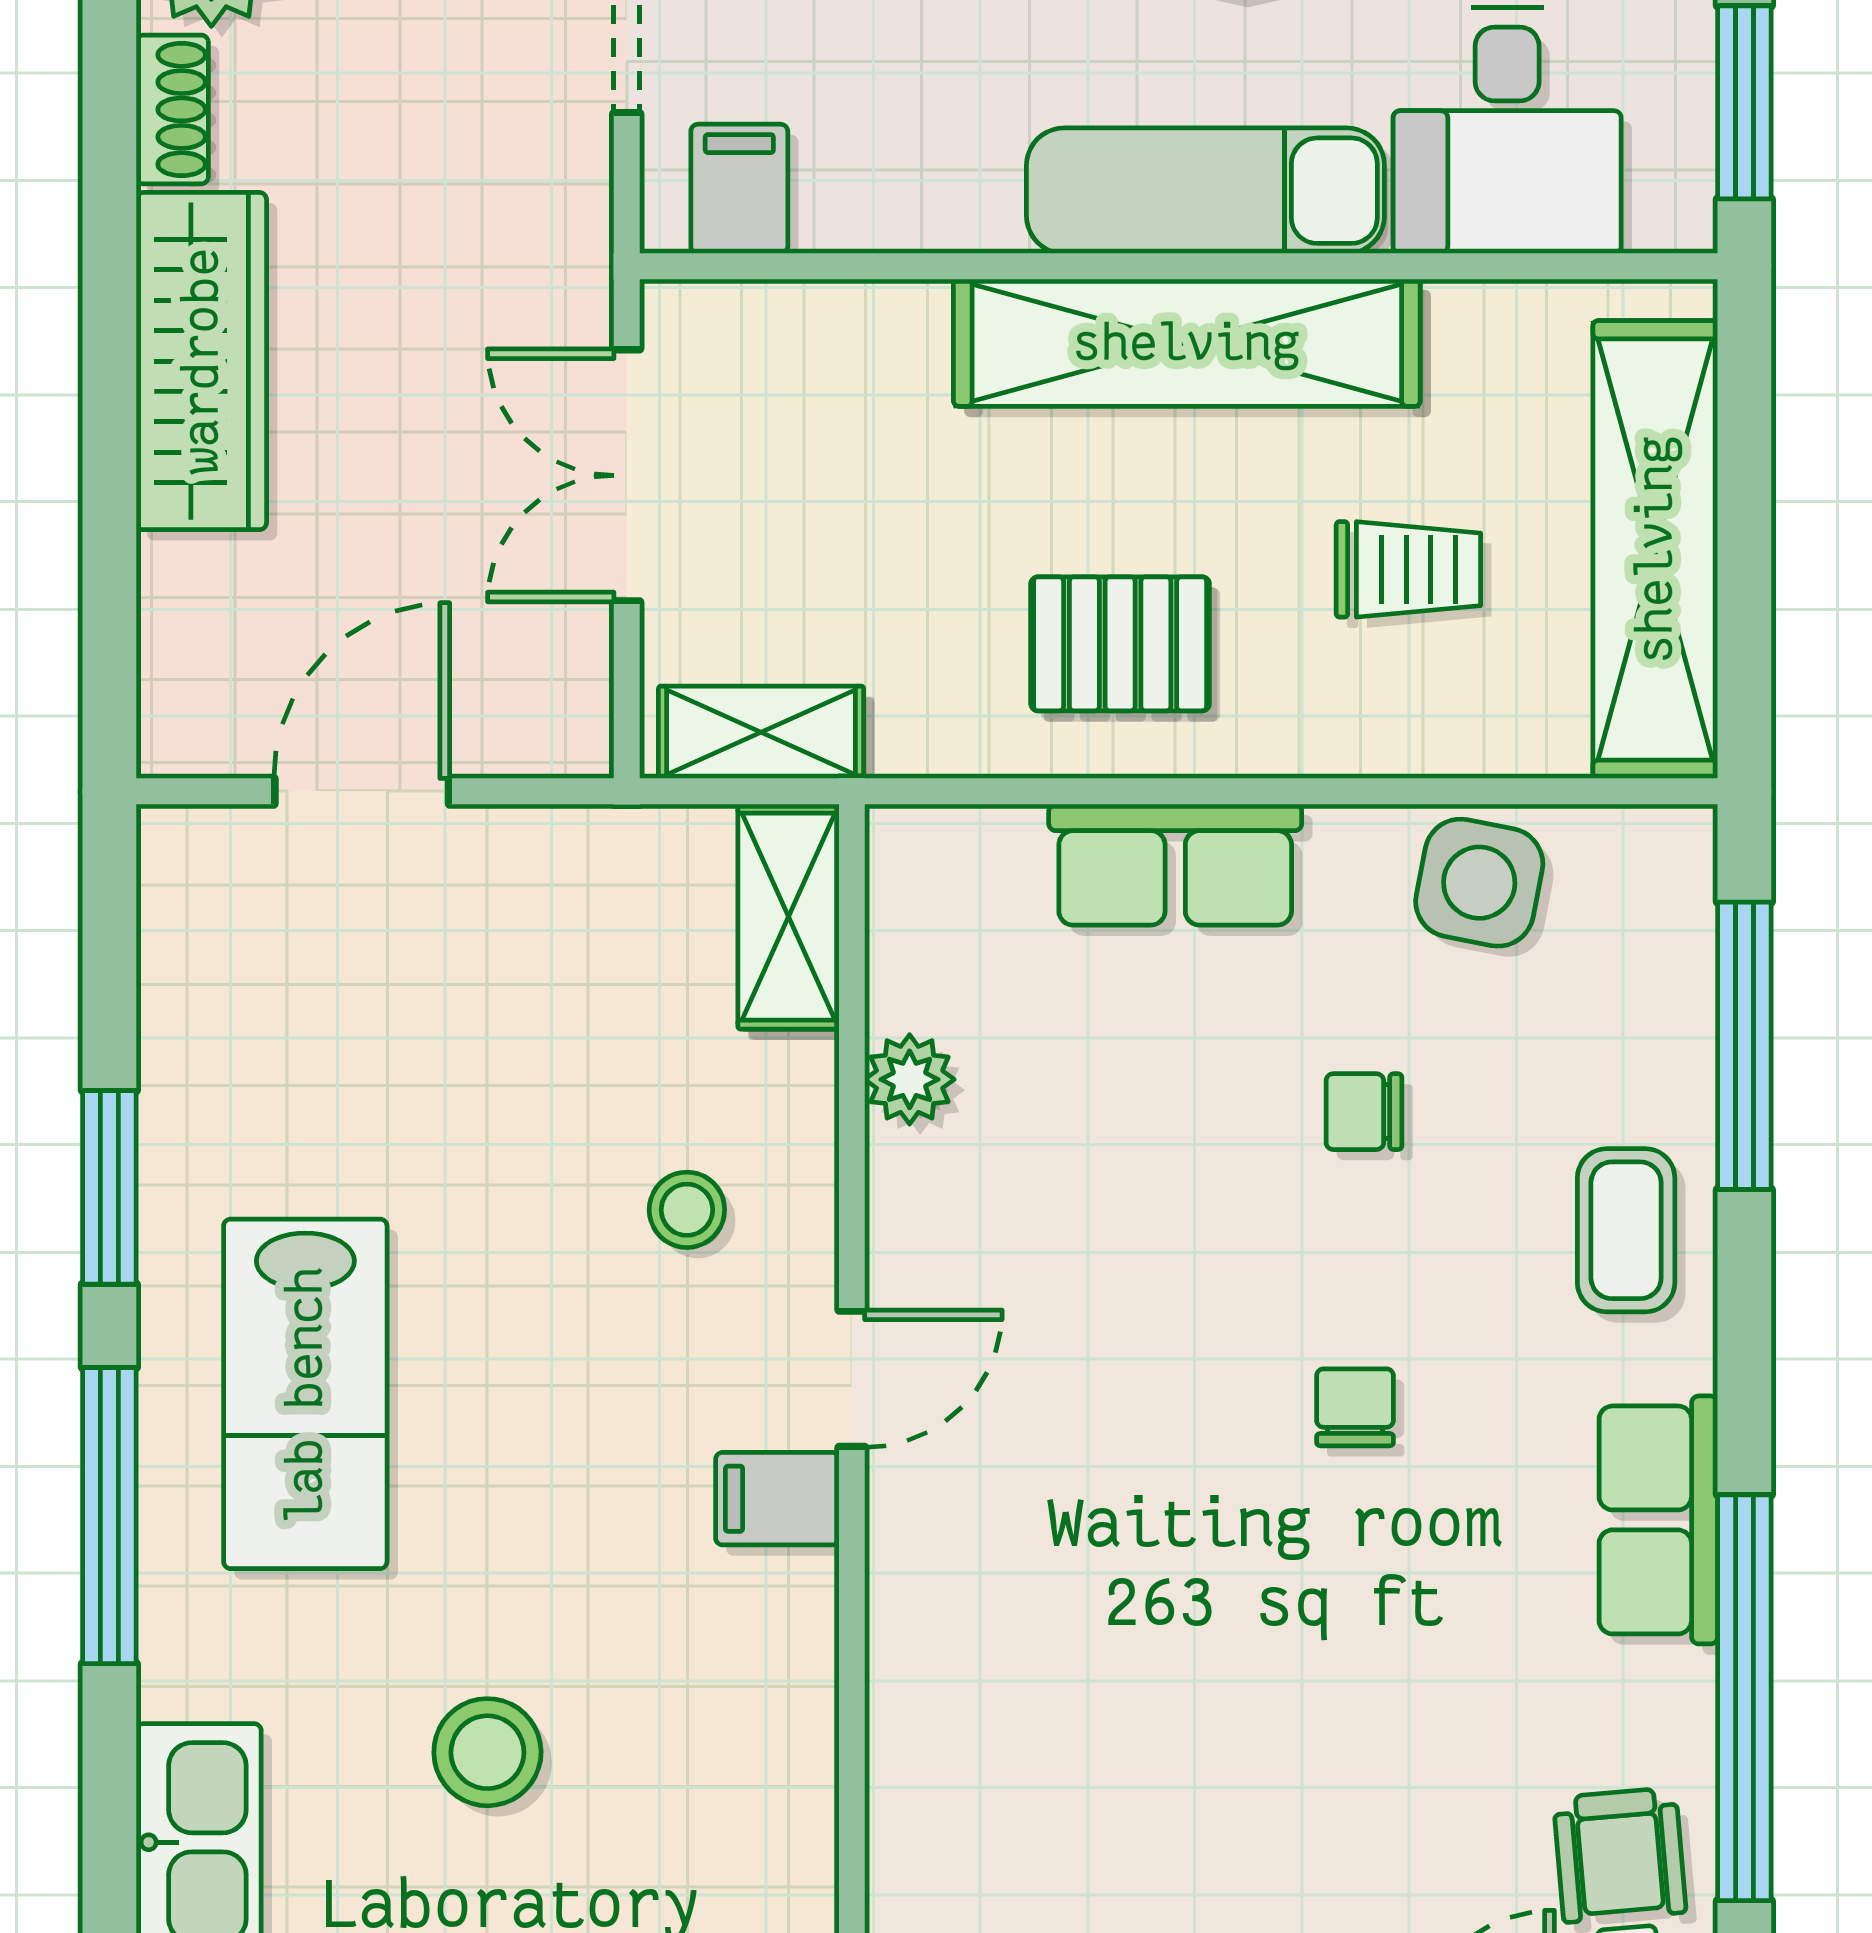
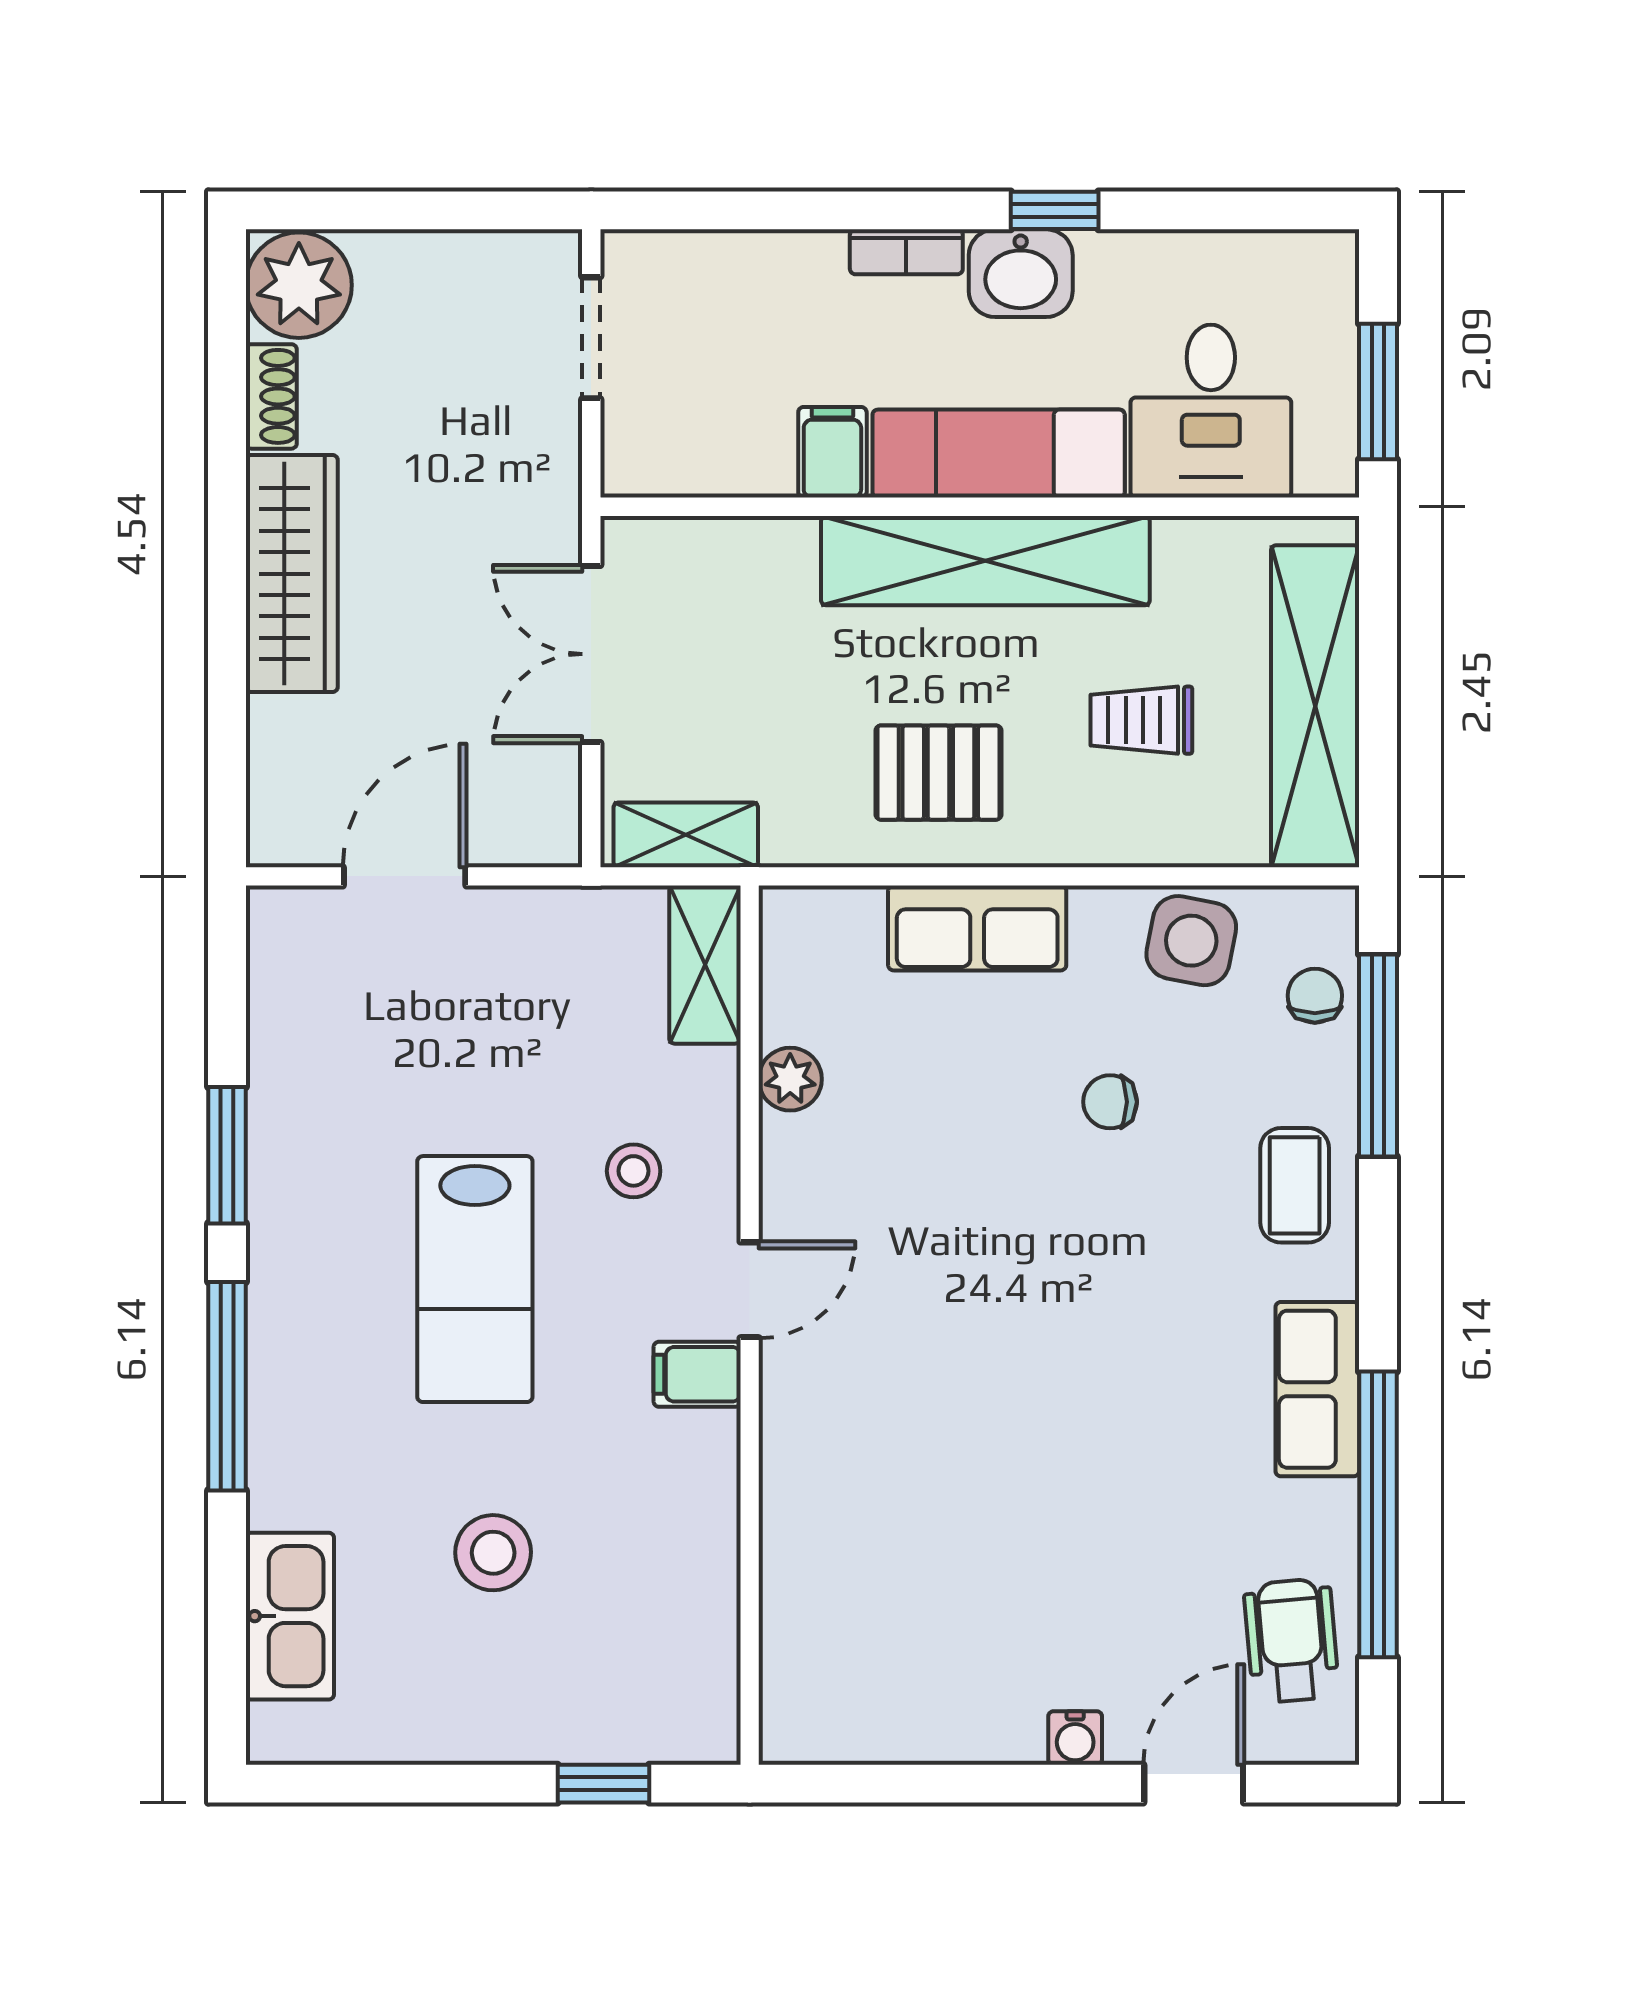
filing cabinet: (739, 189) -> (832, 452), moved
trolley: (1408, 569) -> (1141, 720), turned 180
lab bench: (305, 1394) -> (475, 1279), moved
chair: (1355, 1407) -> (1315, 996), moved

